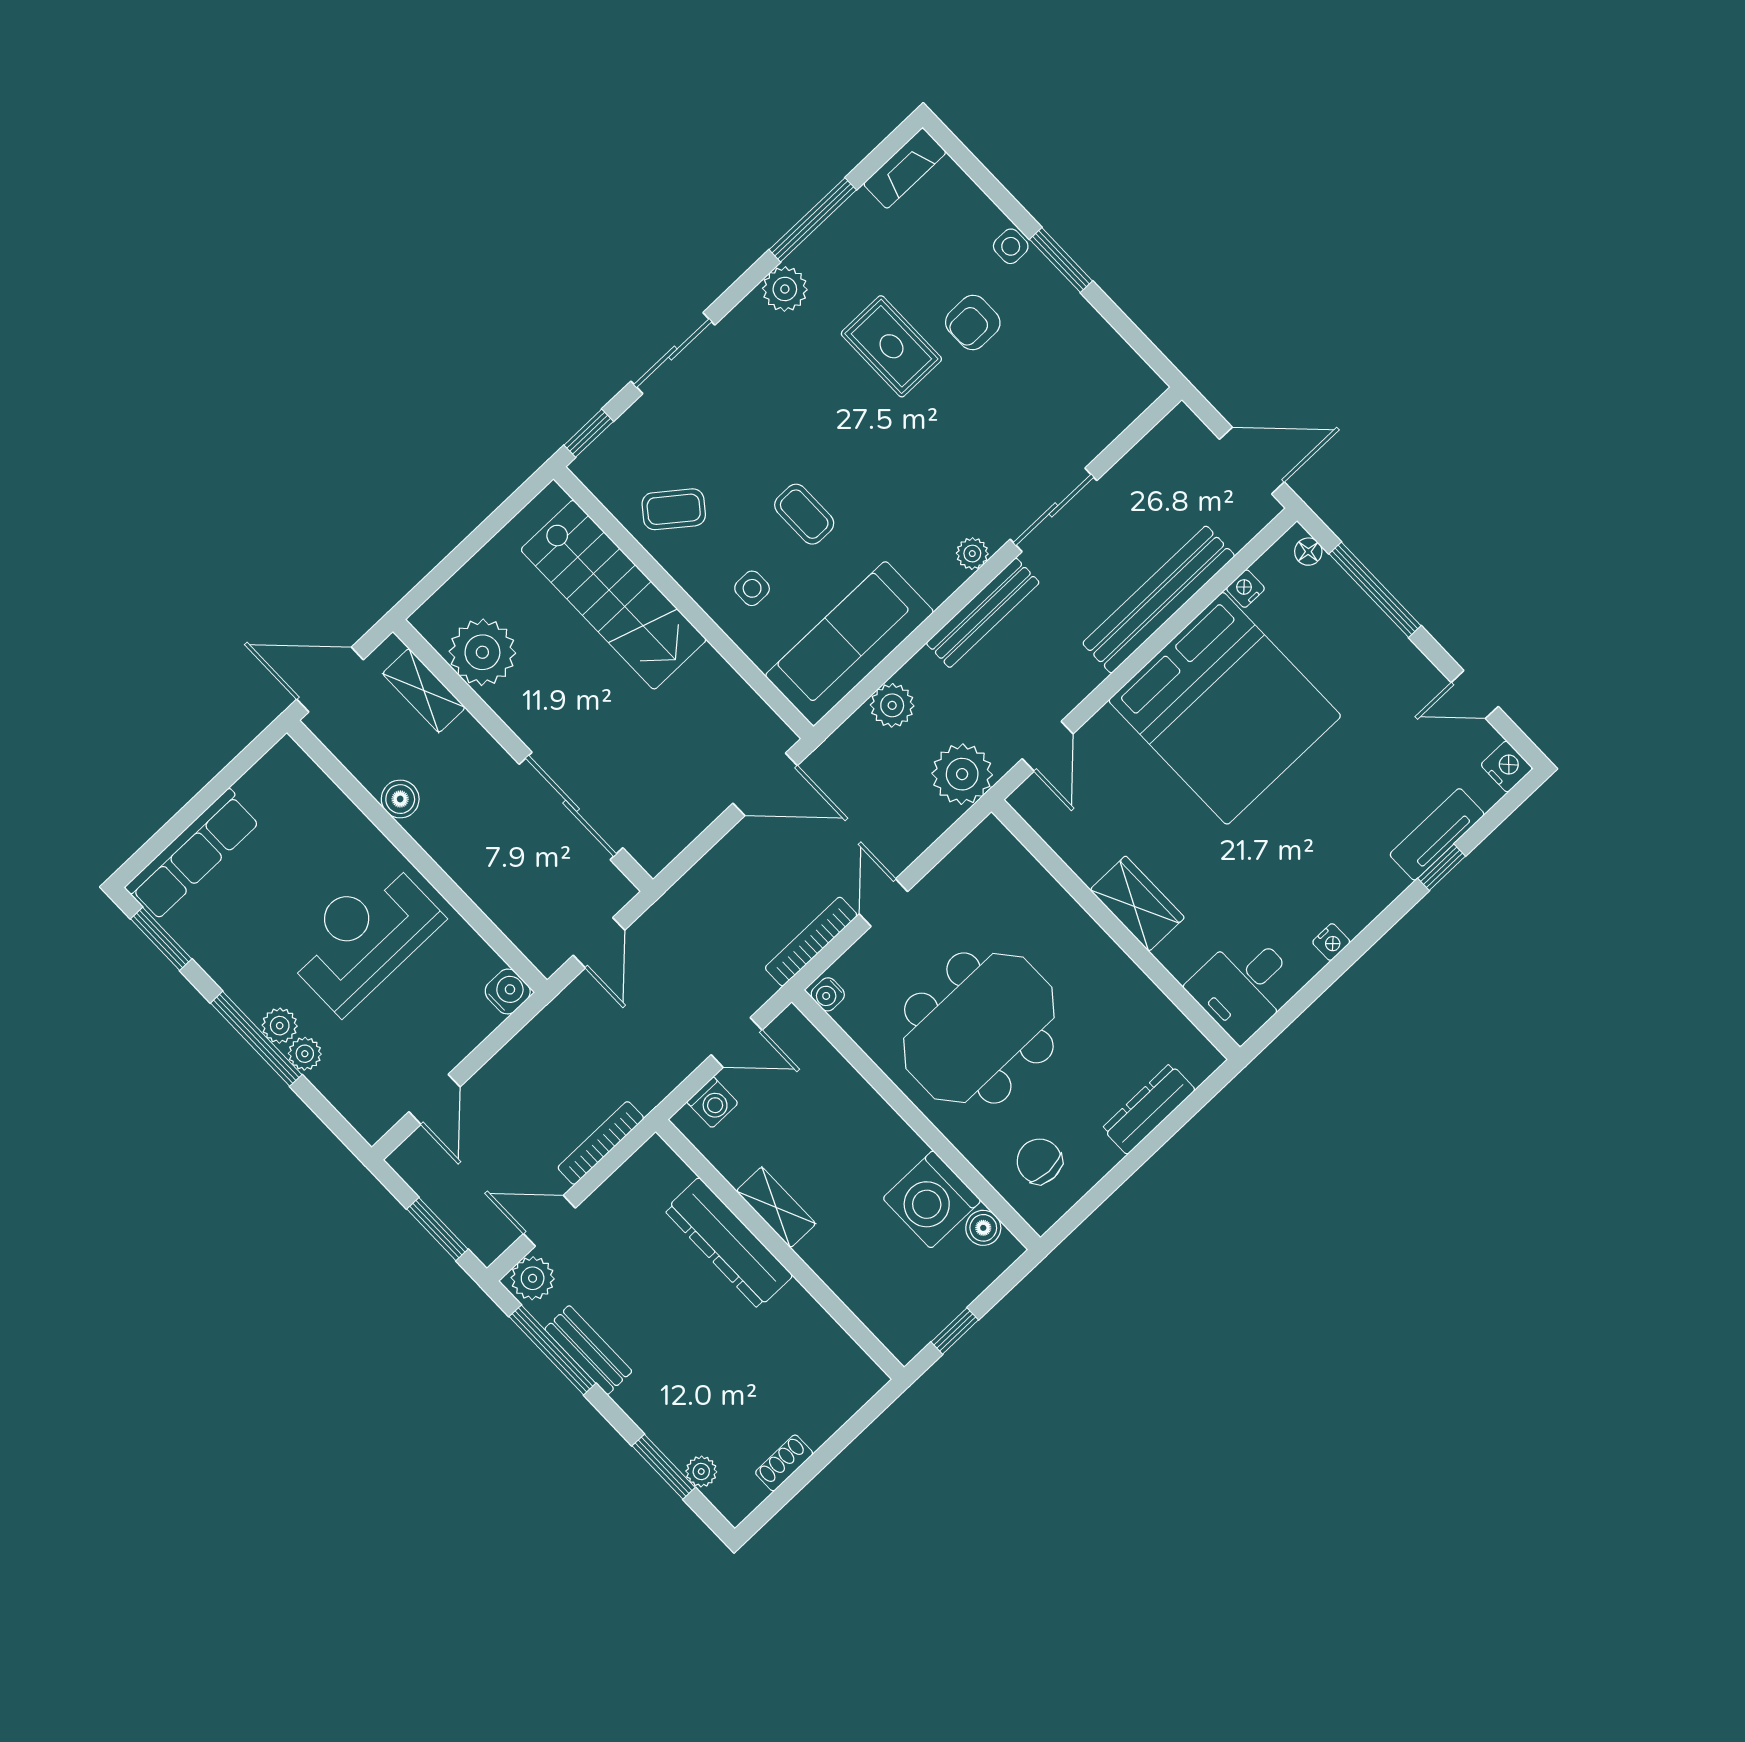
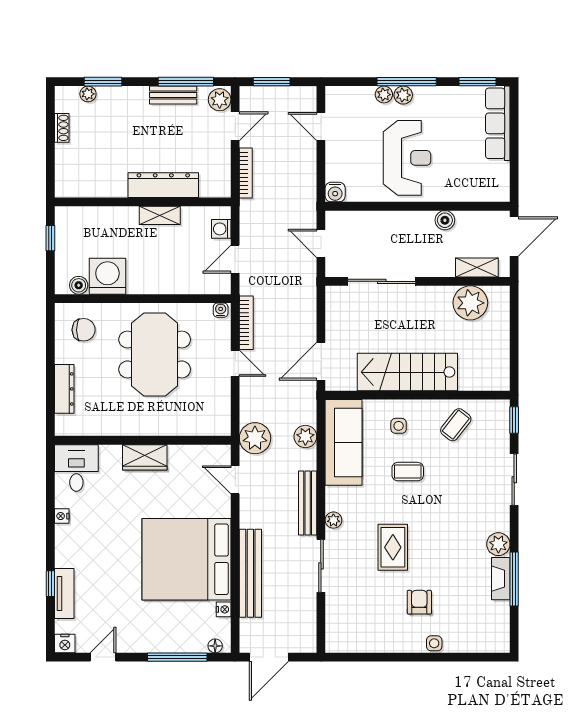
fireplace: (905, 168) -> (501, 579), moved
window: (1061, 260) -> (411, 657), removed
rug: (891, 346) -> (393, 547), moved, turned 90
stairs: (614, 595) -> (407, 372), moved

